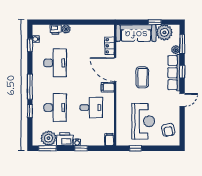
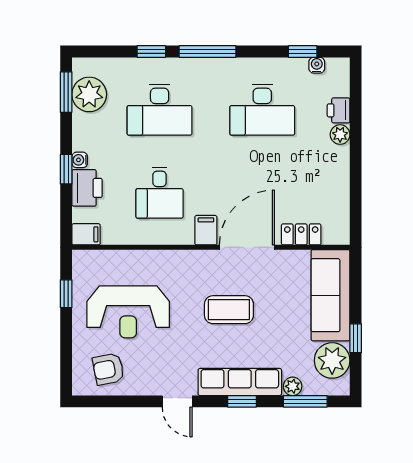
printer: (65, 139) -> (87, 188), moved

